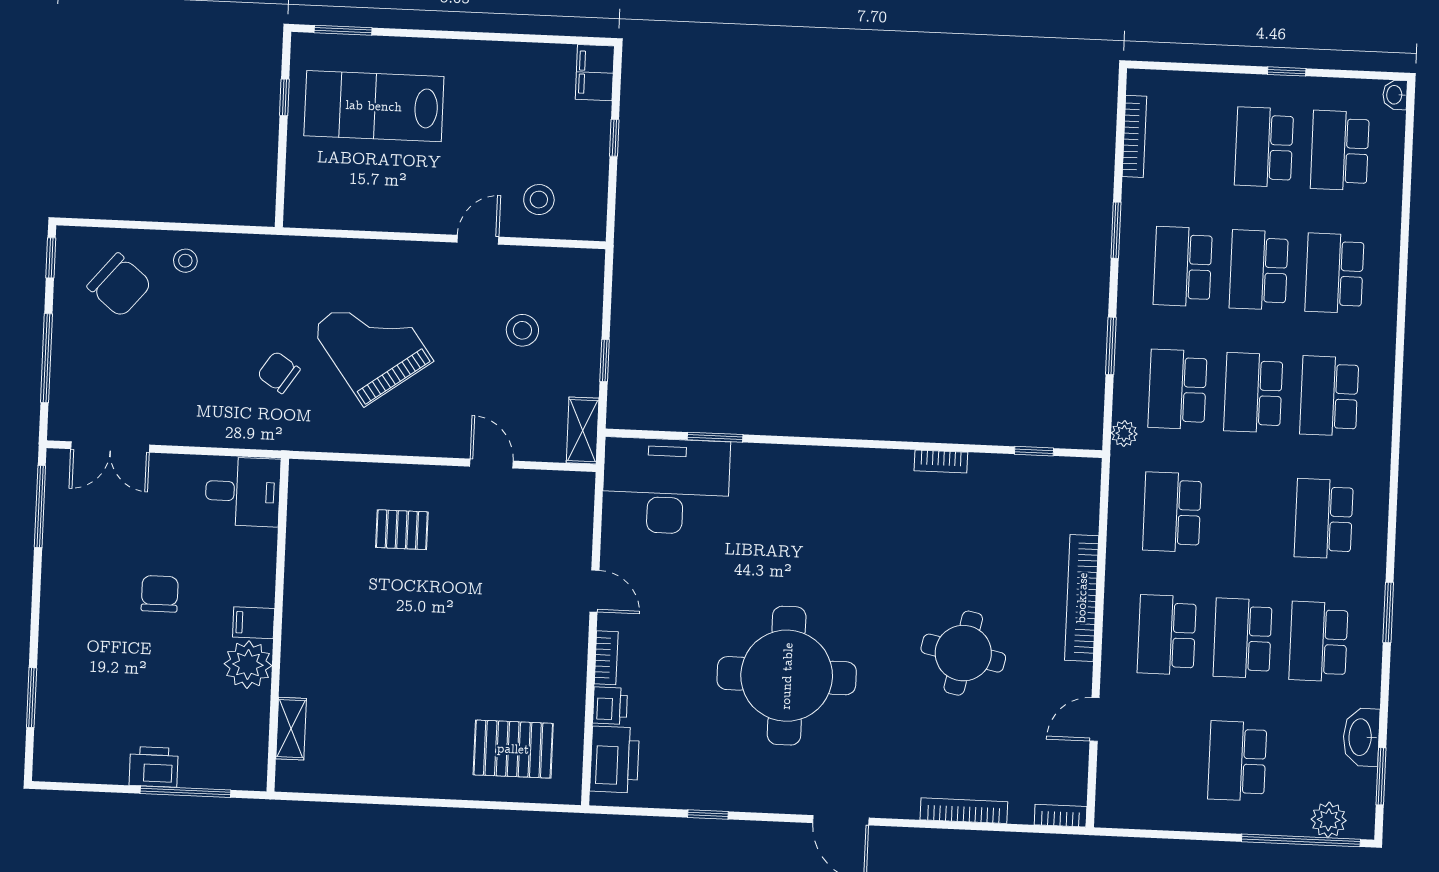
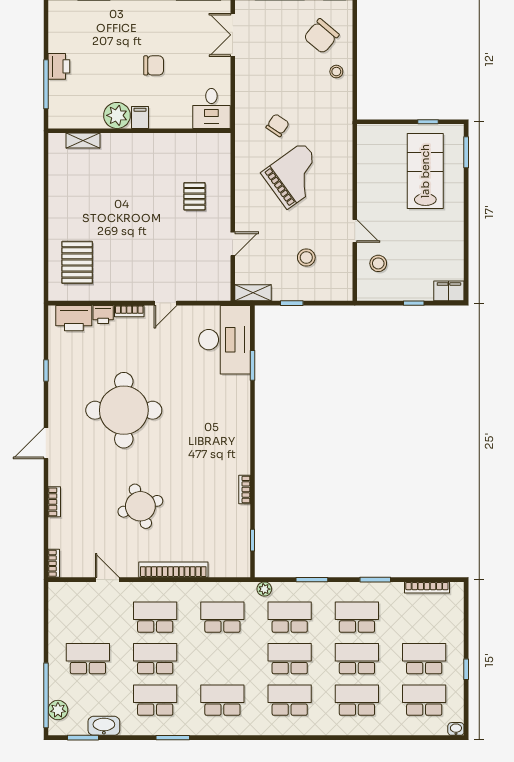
round table: (963, 653) -> (140, 506), turned -30
bookcase: (964, 811) -> (54, 502), width x0.64

